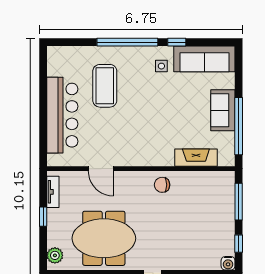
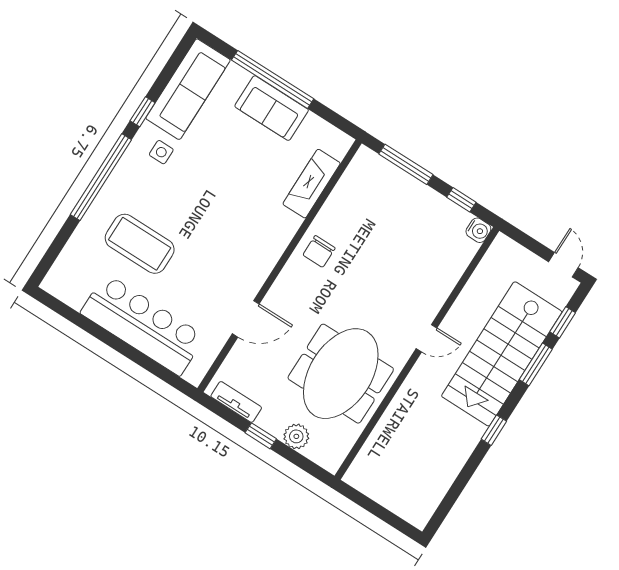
window: (239, 126) -> (273, 79), moved
plant: (55, 255) -> (296, 436), moved

